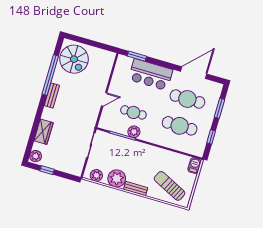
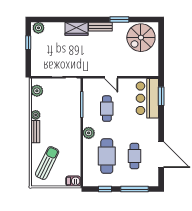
window: (50, 75) -> (119, 19), width x0.47
bar counter: (151, 75) -> (147, 98), moved
cafe table: (187, 99) -> (134, 156), width x0.73, depth x0.74
window: (220, 108) -> (135, 189), width x1.44
wardrobe: (44, 132) -> (76, 29), moved
plant: (134, 132) -> (89, 133), moved
plant: (117, 178) -> (36, 115), width x0.53, depth x0.53

